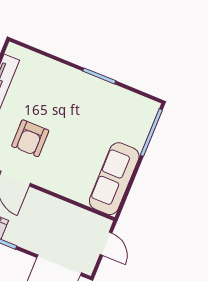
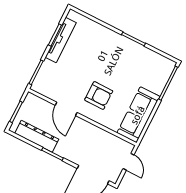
armchair: (30, 138) -> (99, 95), moved, turned -90

